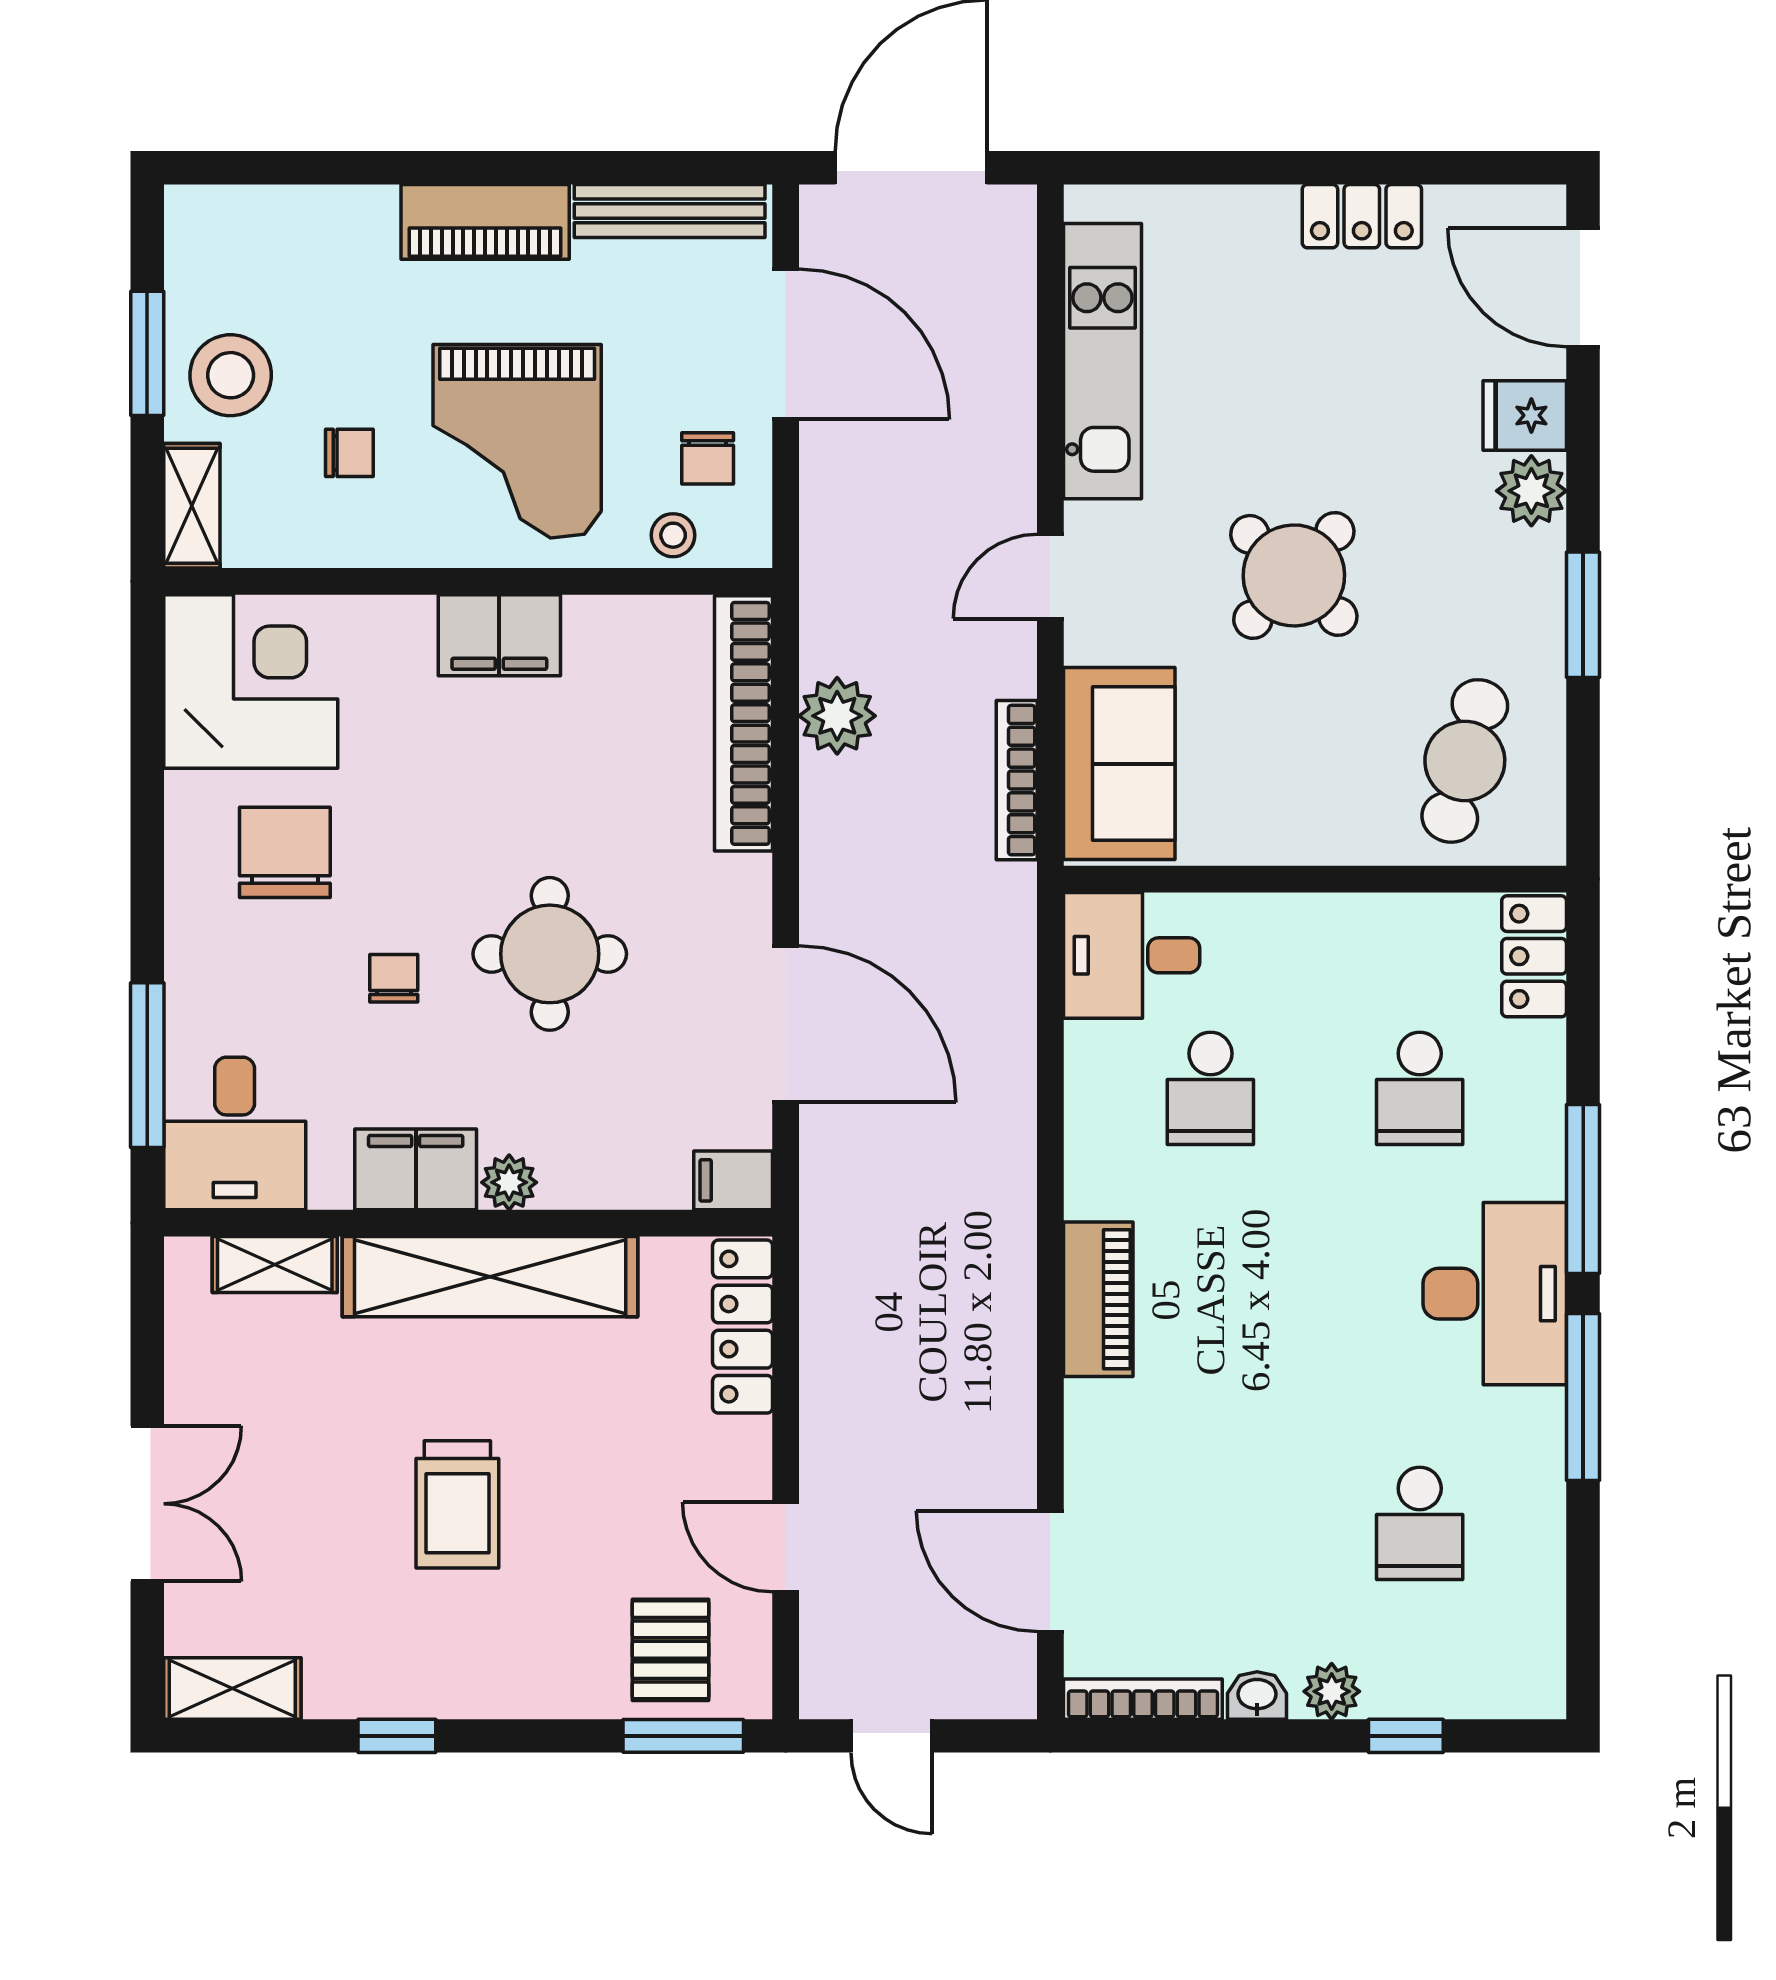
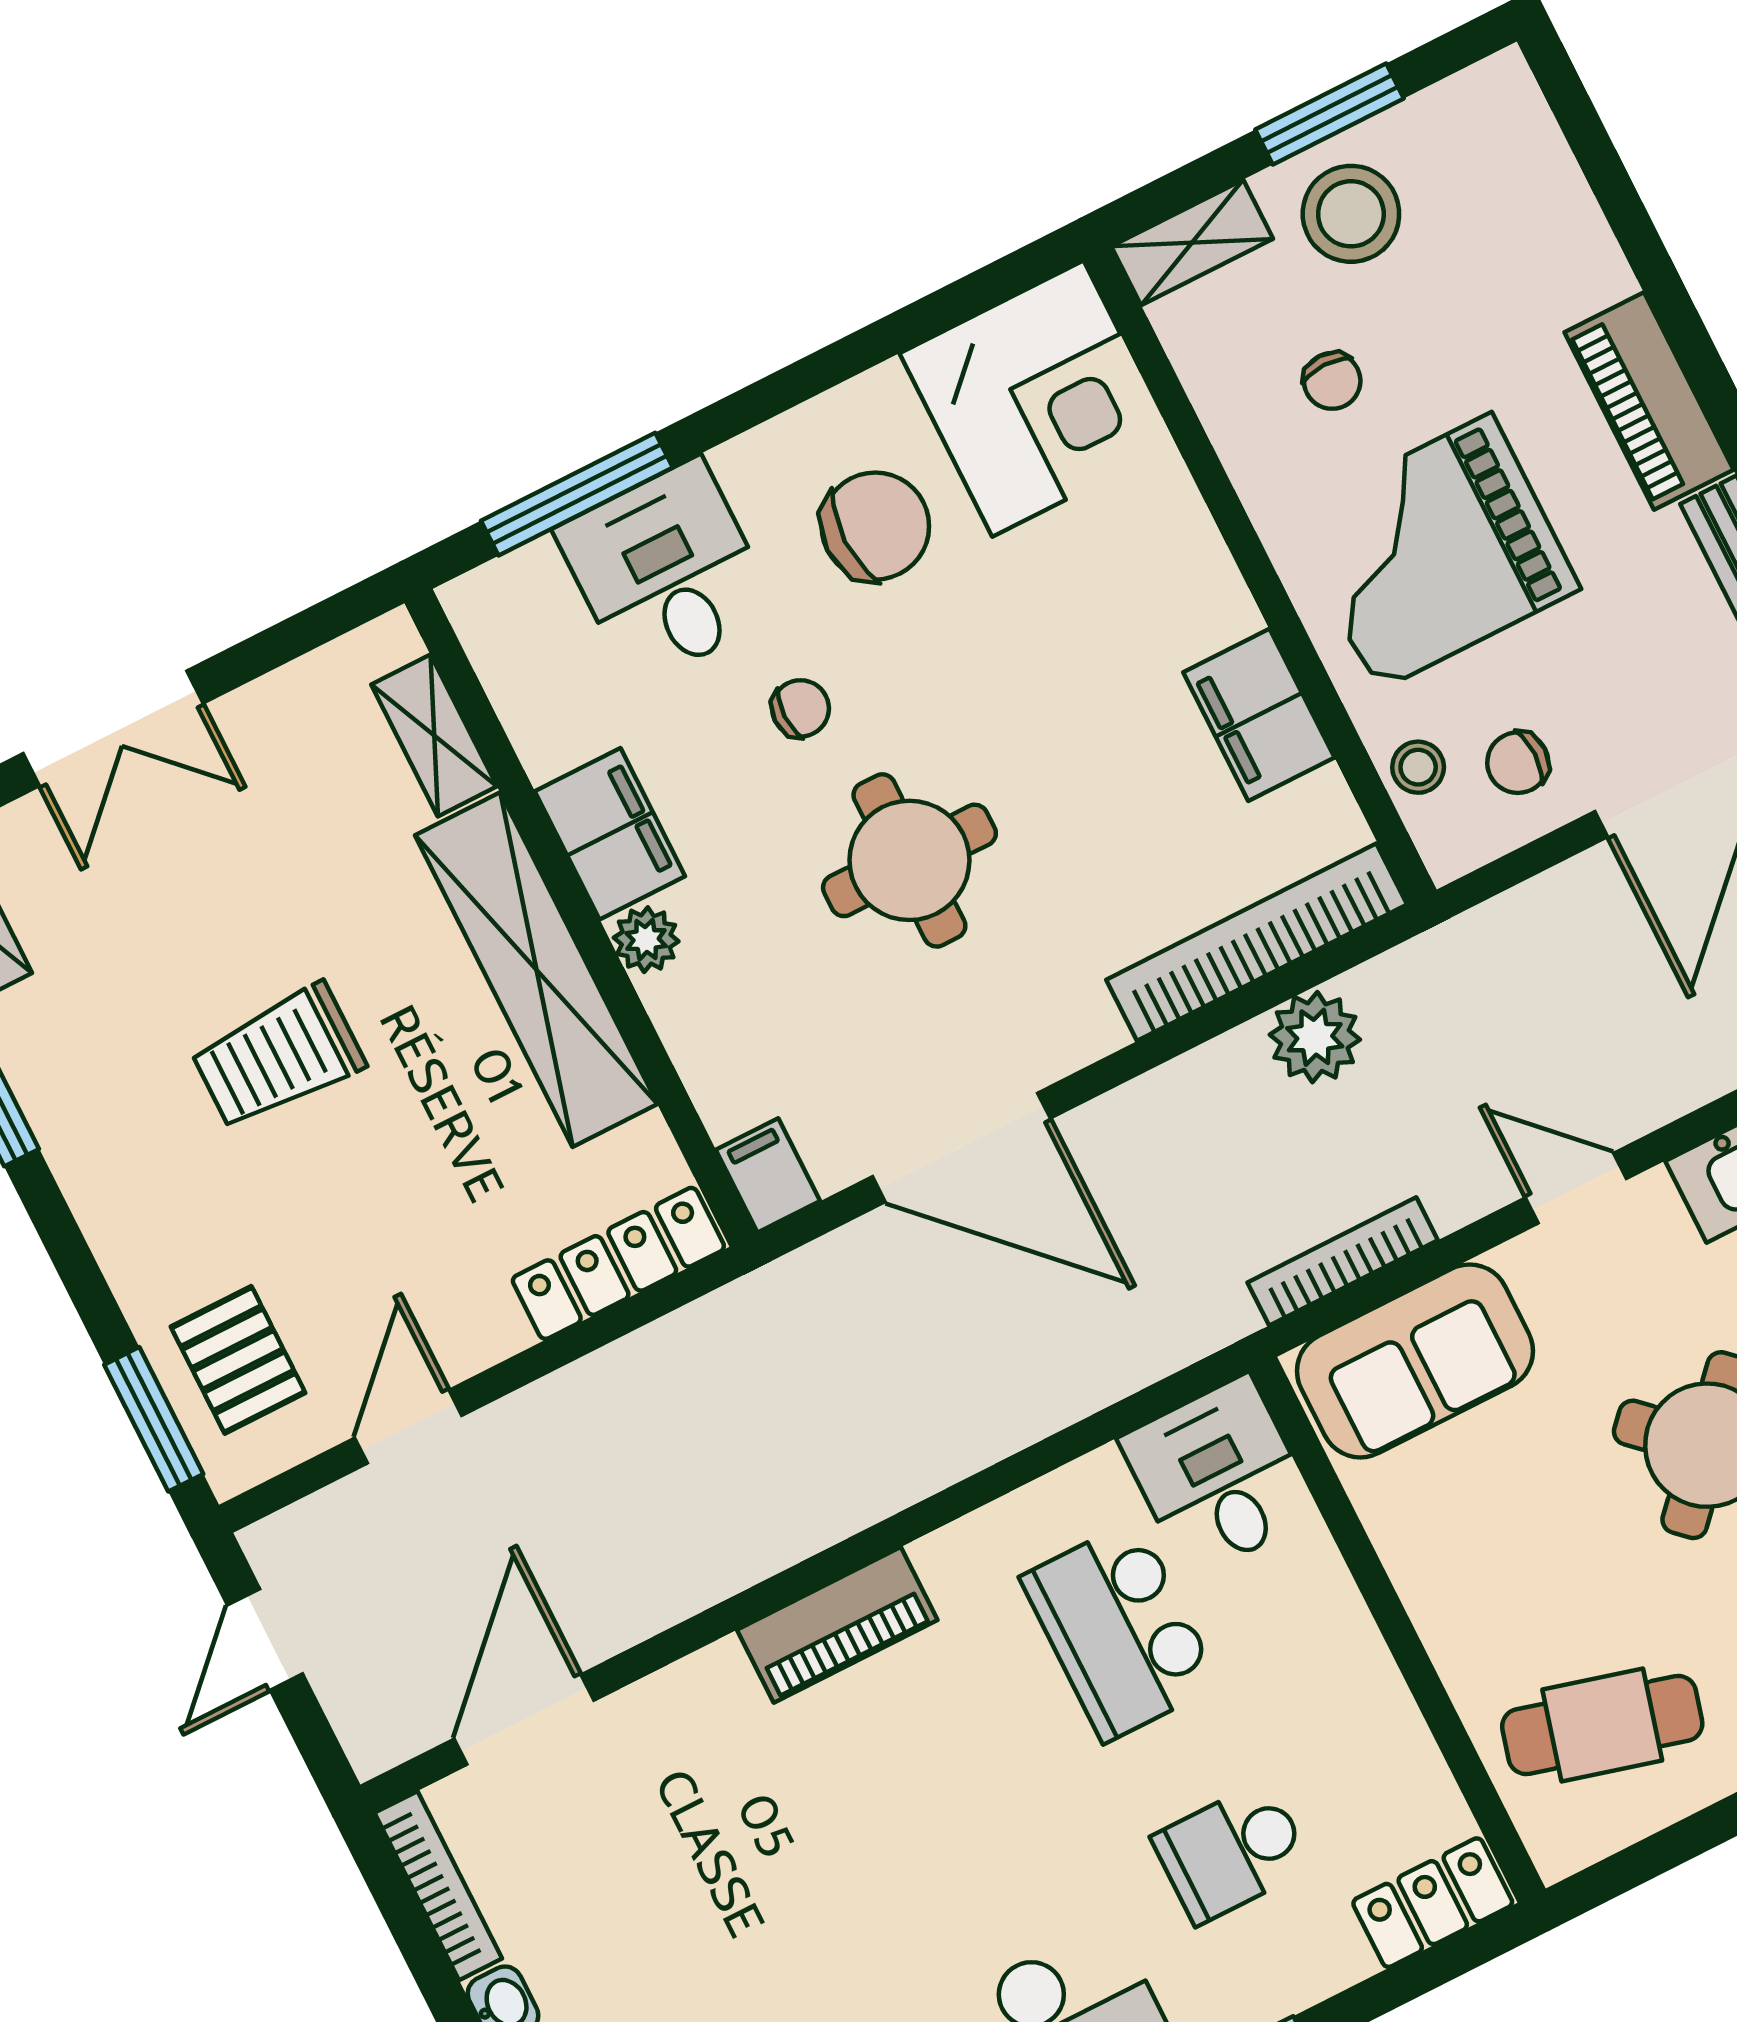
filing cabinet: (499, 635) -> (1259, 715), moved
door: (786, 1024) -> (961, 1147), hinge flipped
school desk: (1210, 1088) -> (1120, 1631), width x1.85
desk: (235, 1133) -> (667, 572), moved, turned 90
pallet: (670, 1650) -> (238, 1360), turned 90

